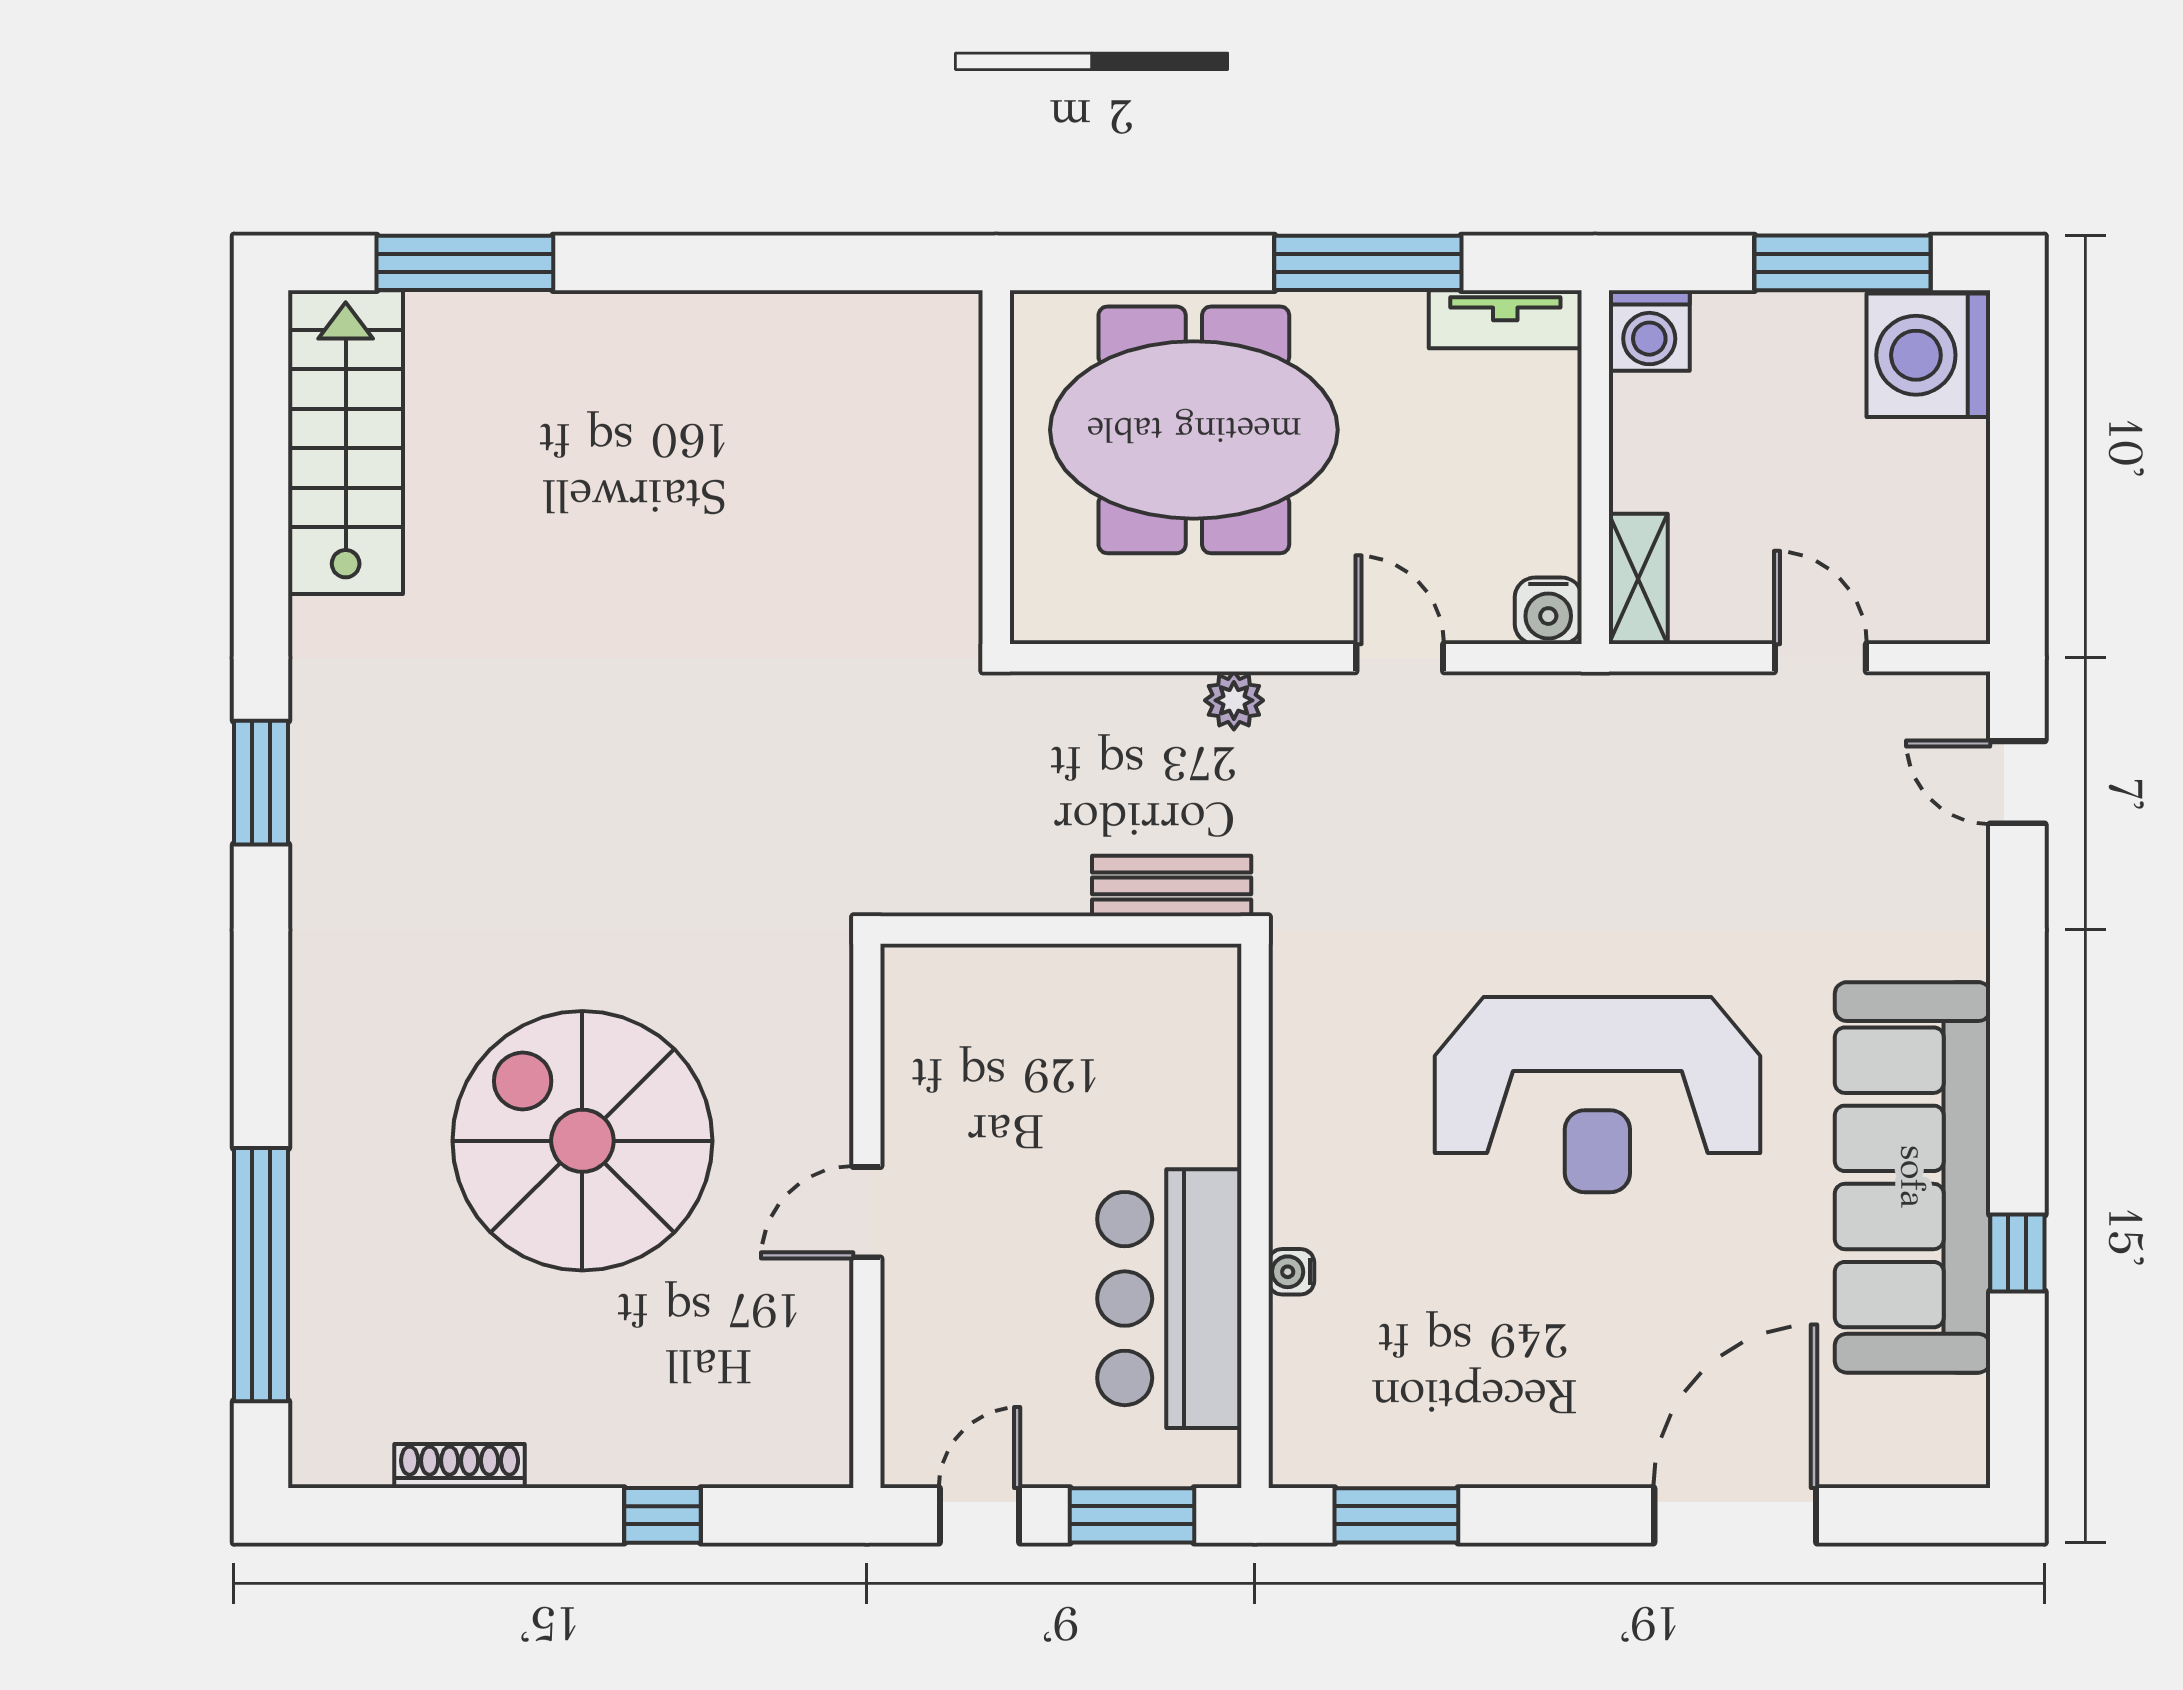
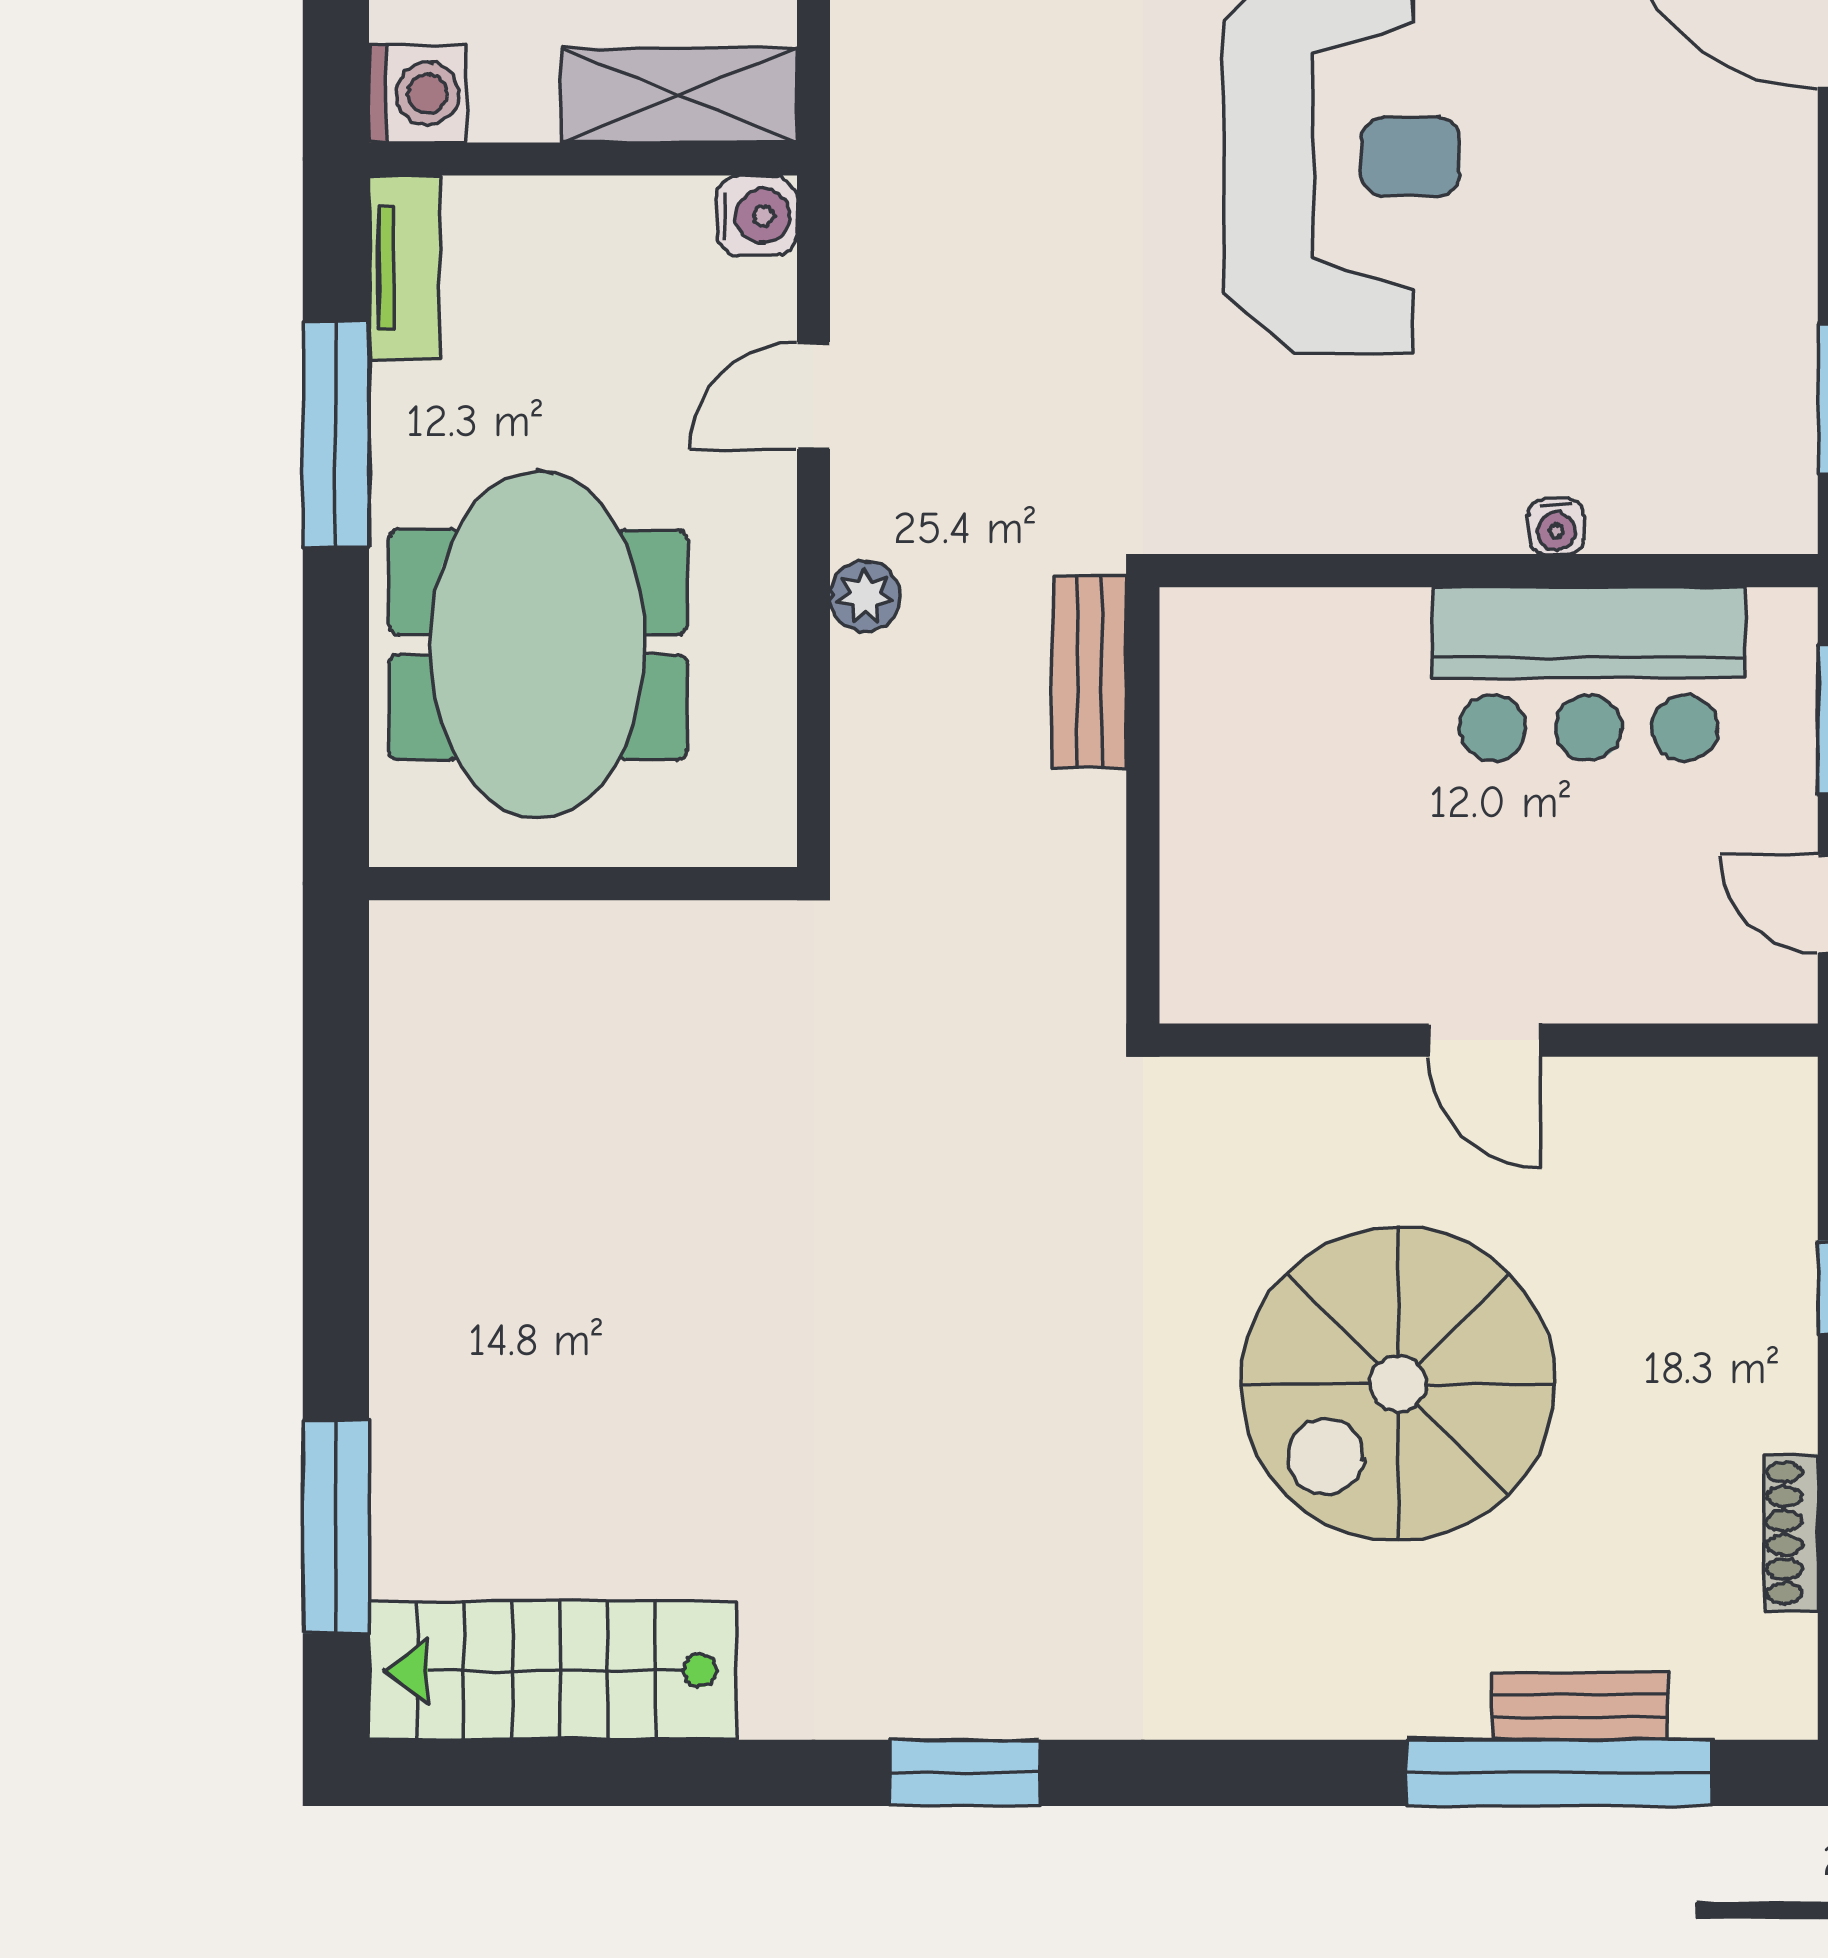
shelving: (1638, 579) -> (679, 95), width x1.50, depth x1.33
bench: (316, 1291) -> (1580, 1706), added

